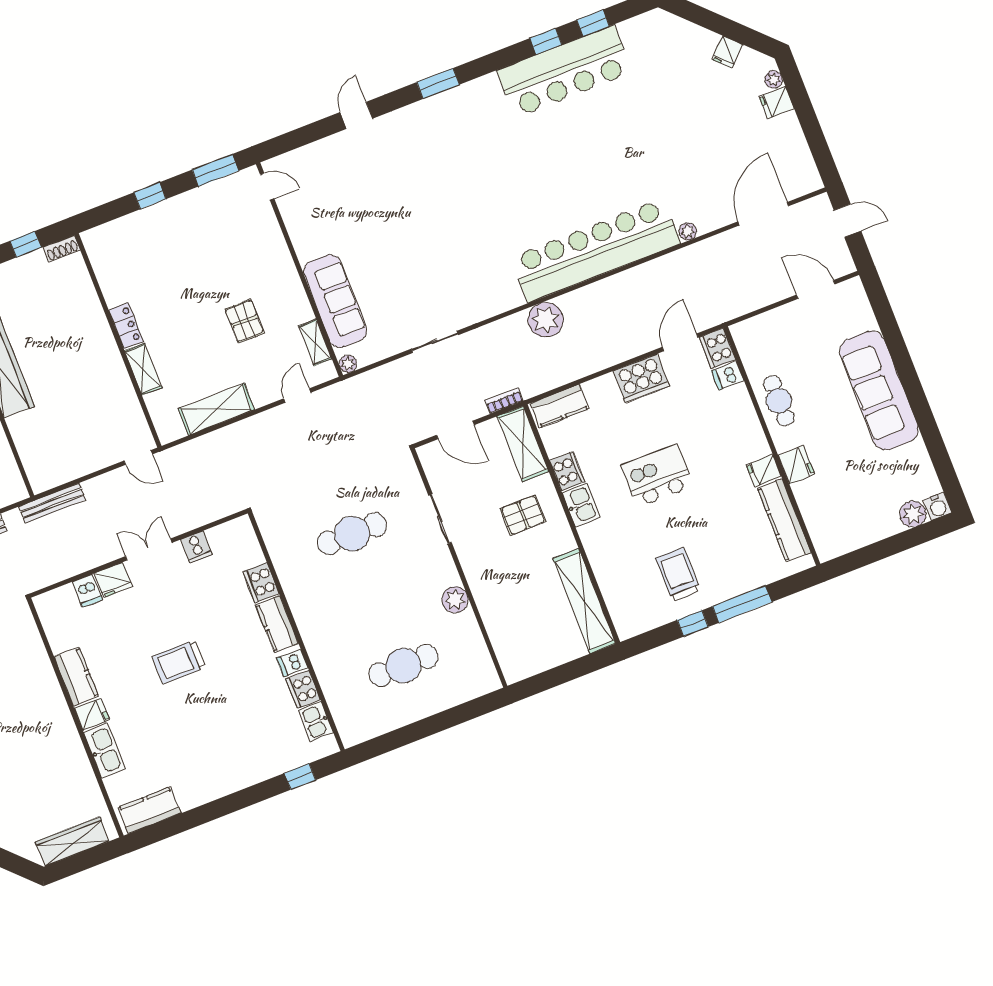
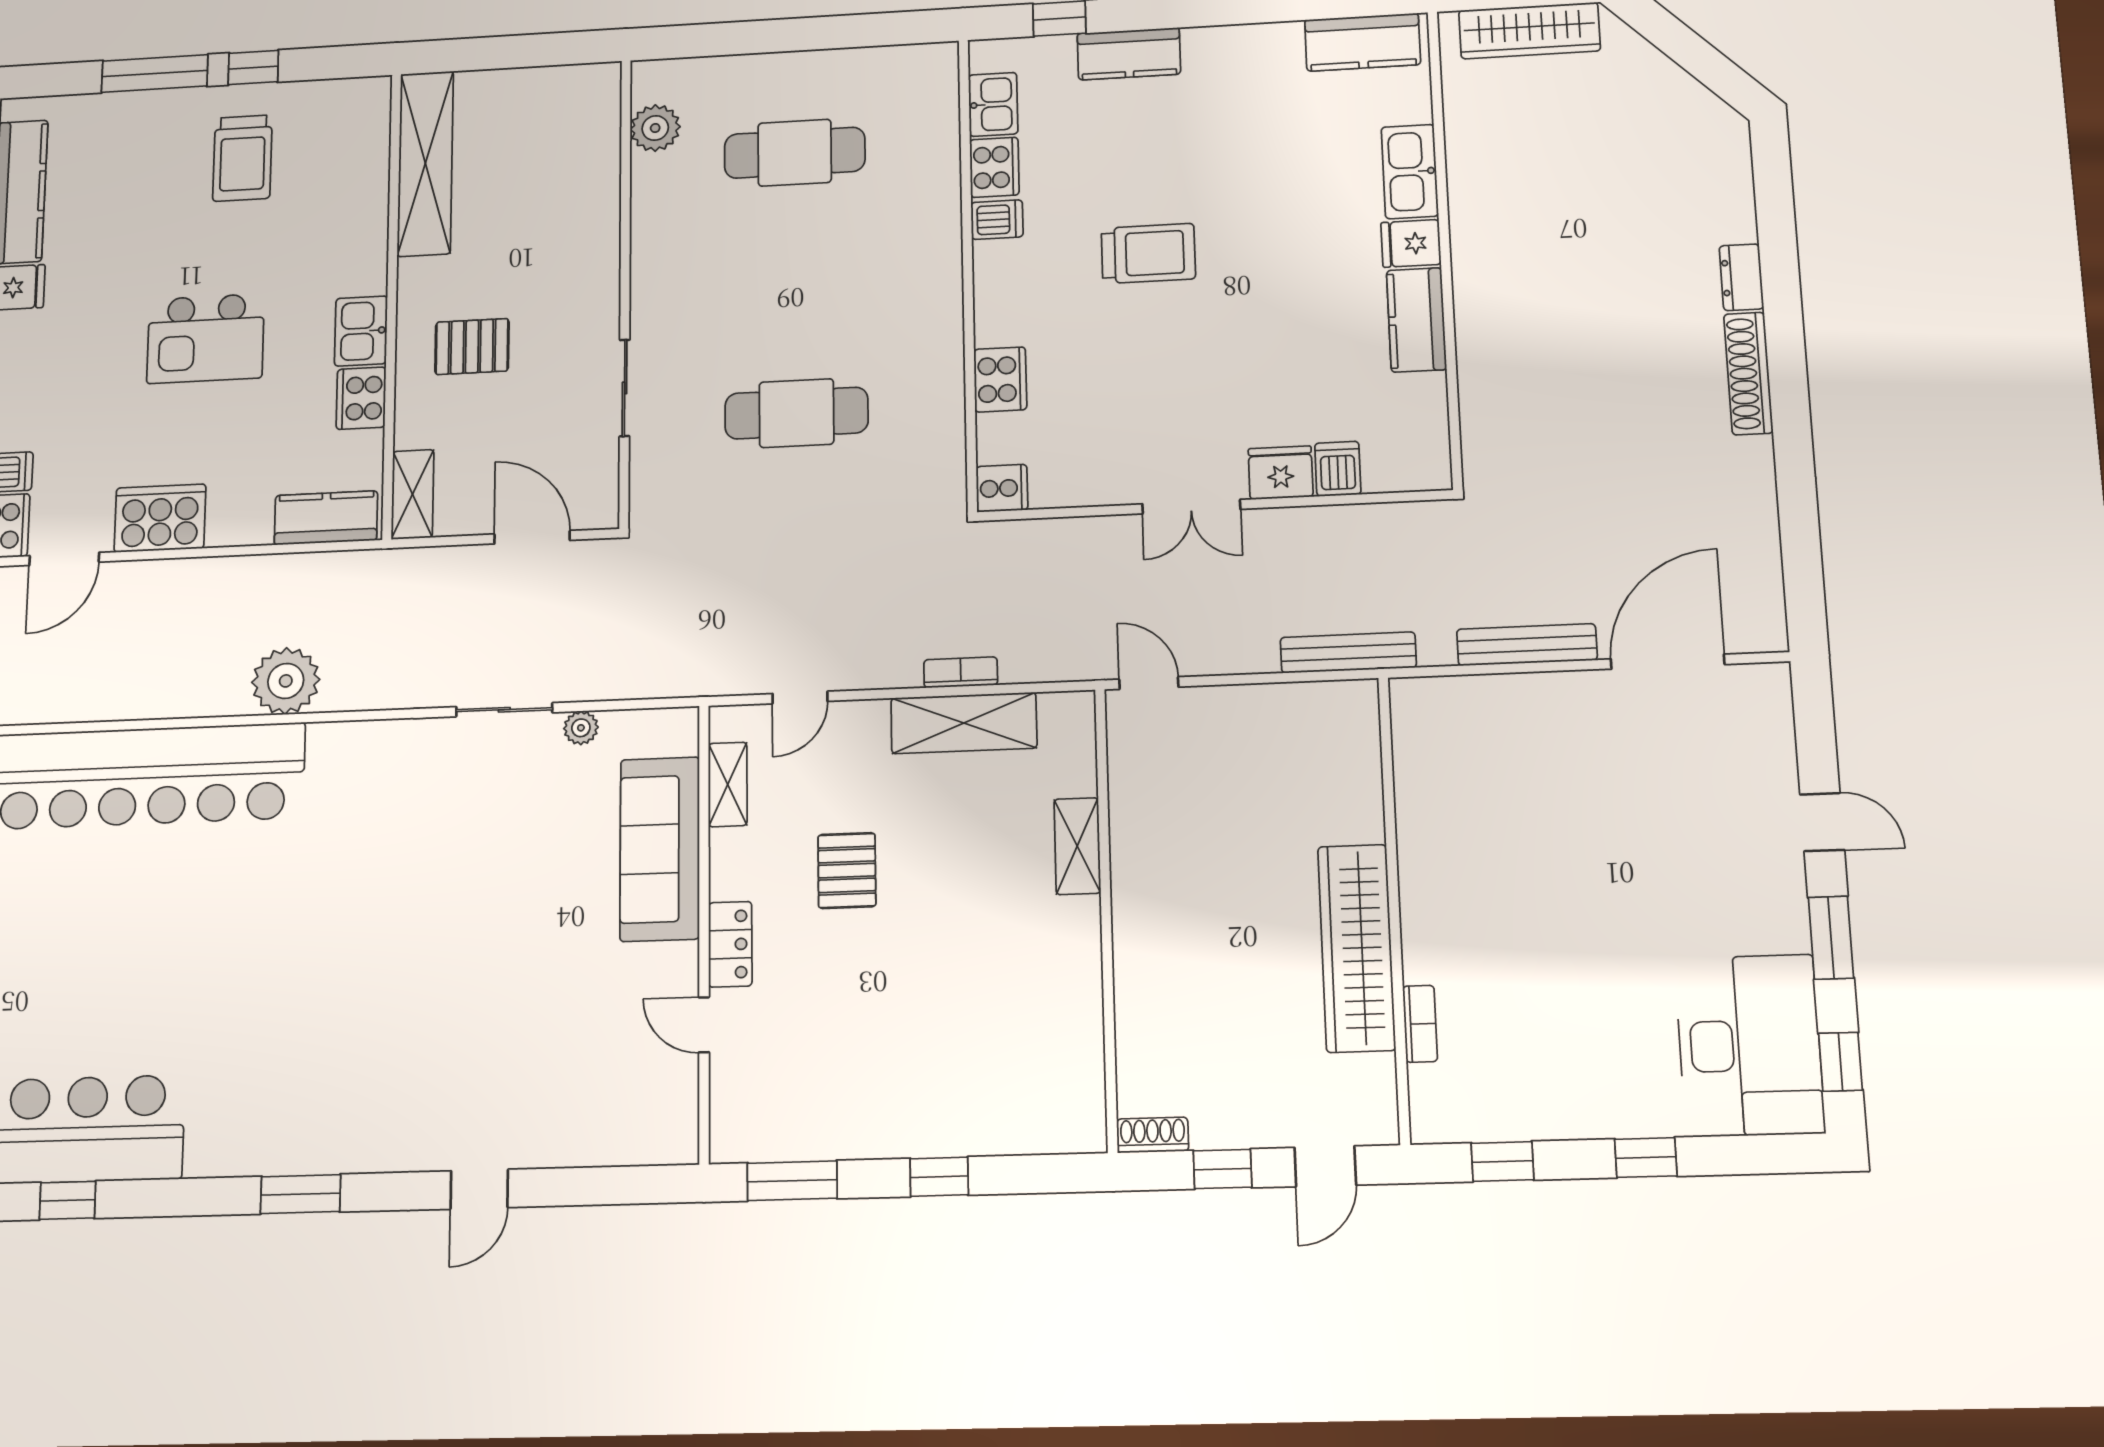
door: (267, 187) -> (704, 1025), moved
locker: (126, 326) -> (730, 944), moved, turned 180
plant: (348, 364) -> (581, 728), moved
bookcase: (504, 401) -> (961, 672), moved, turned 180
shelving: (523, 444) -> (413, 494), width x0.67, depth x0.75
cooker: (196, 547) -> (1002, 488), moved, turned 90
plant: (455, 600) -> (655, 128), moved
kitchen counter: (277, 624) -> (1129, 54), moved, turned 90
trolley: (179, 662) -> (1148, 253), moved

